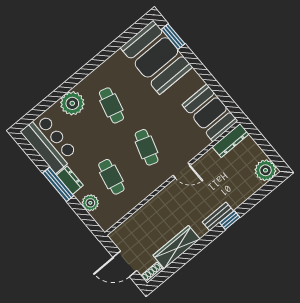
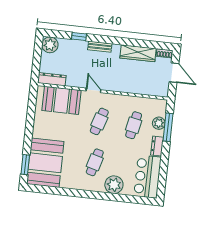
booth: (210, 113) -> (61, 100), moved, turned 90
window: (58, 184) -> (168, 127), moved
window: (230, 220) -> (79, 36), moved

